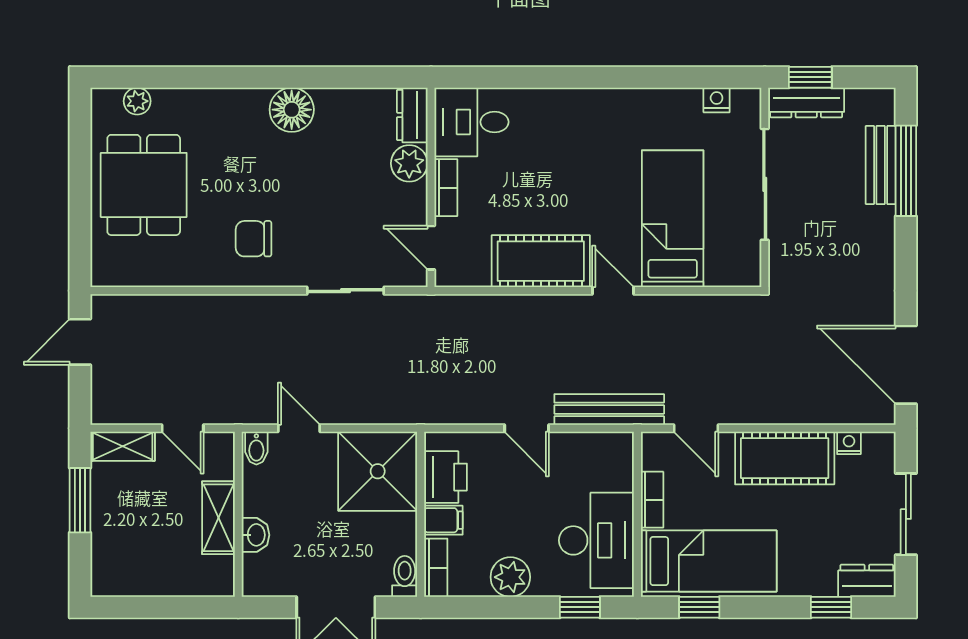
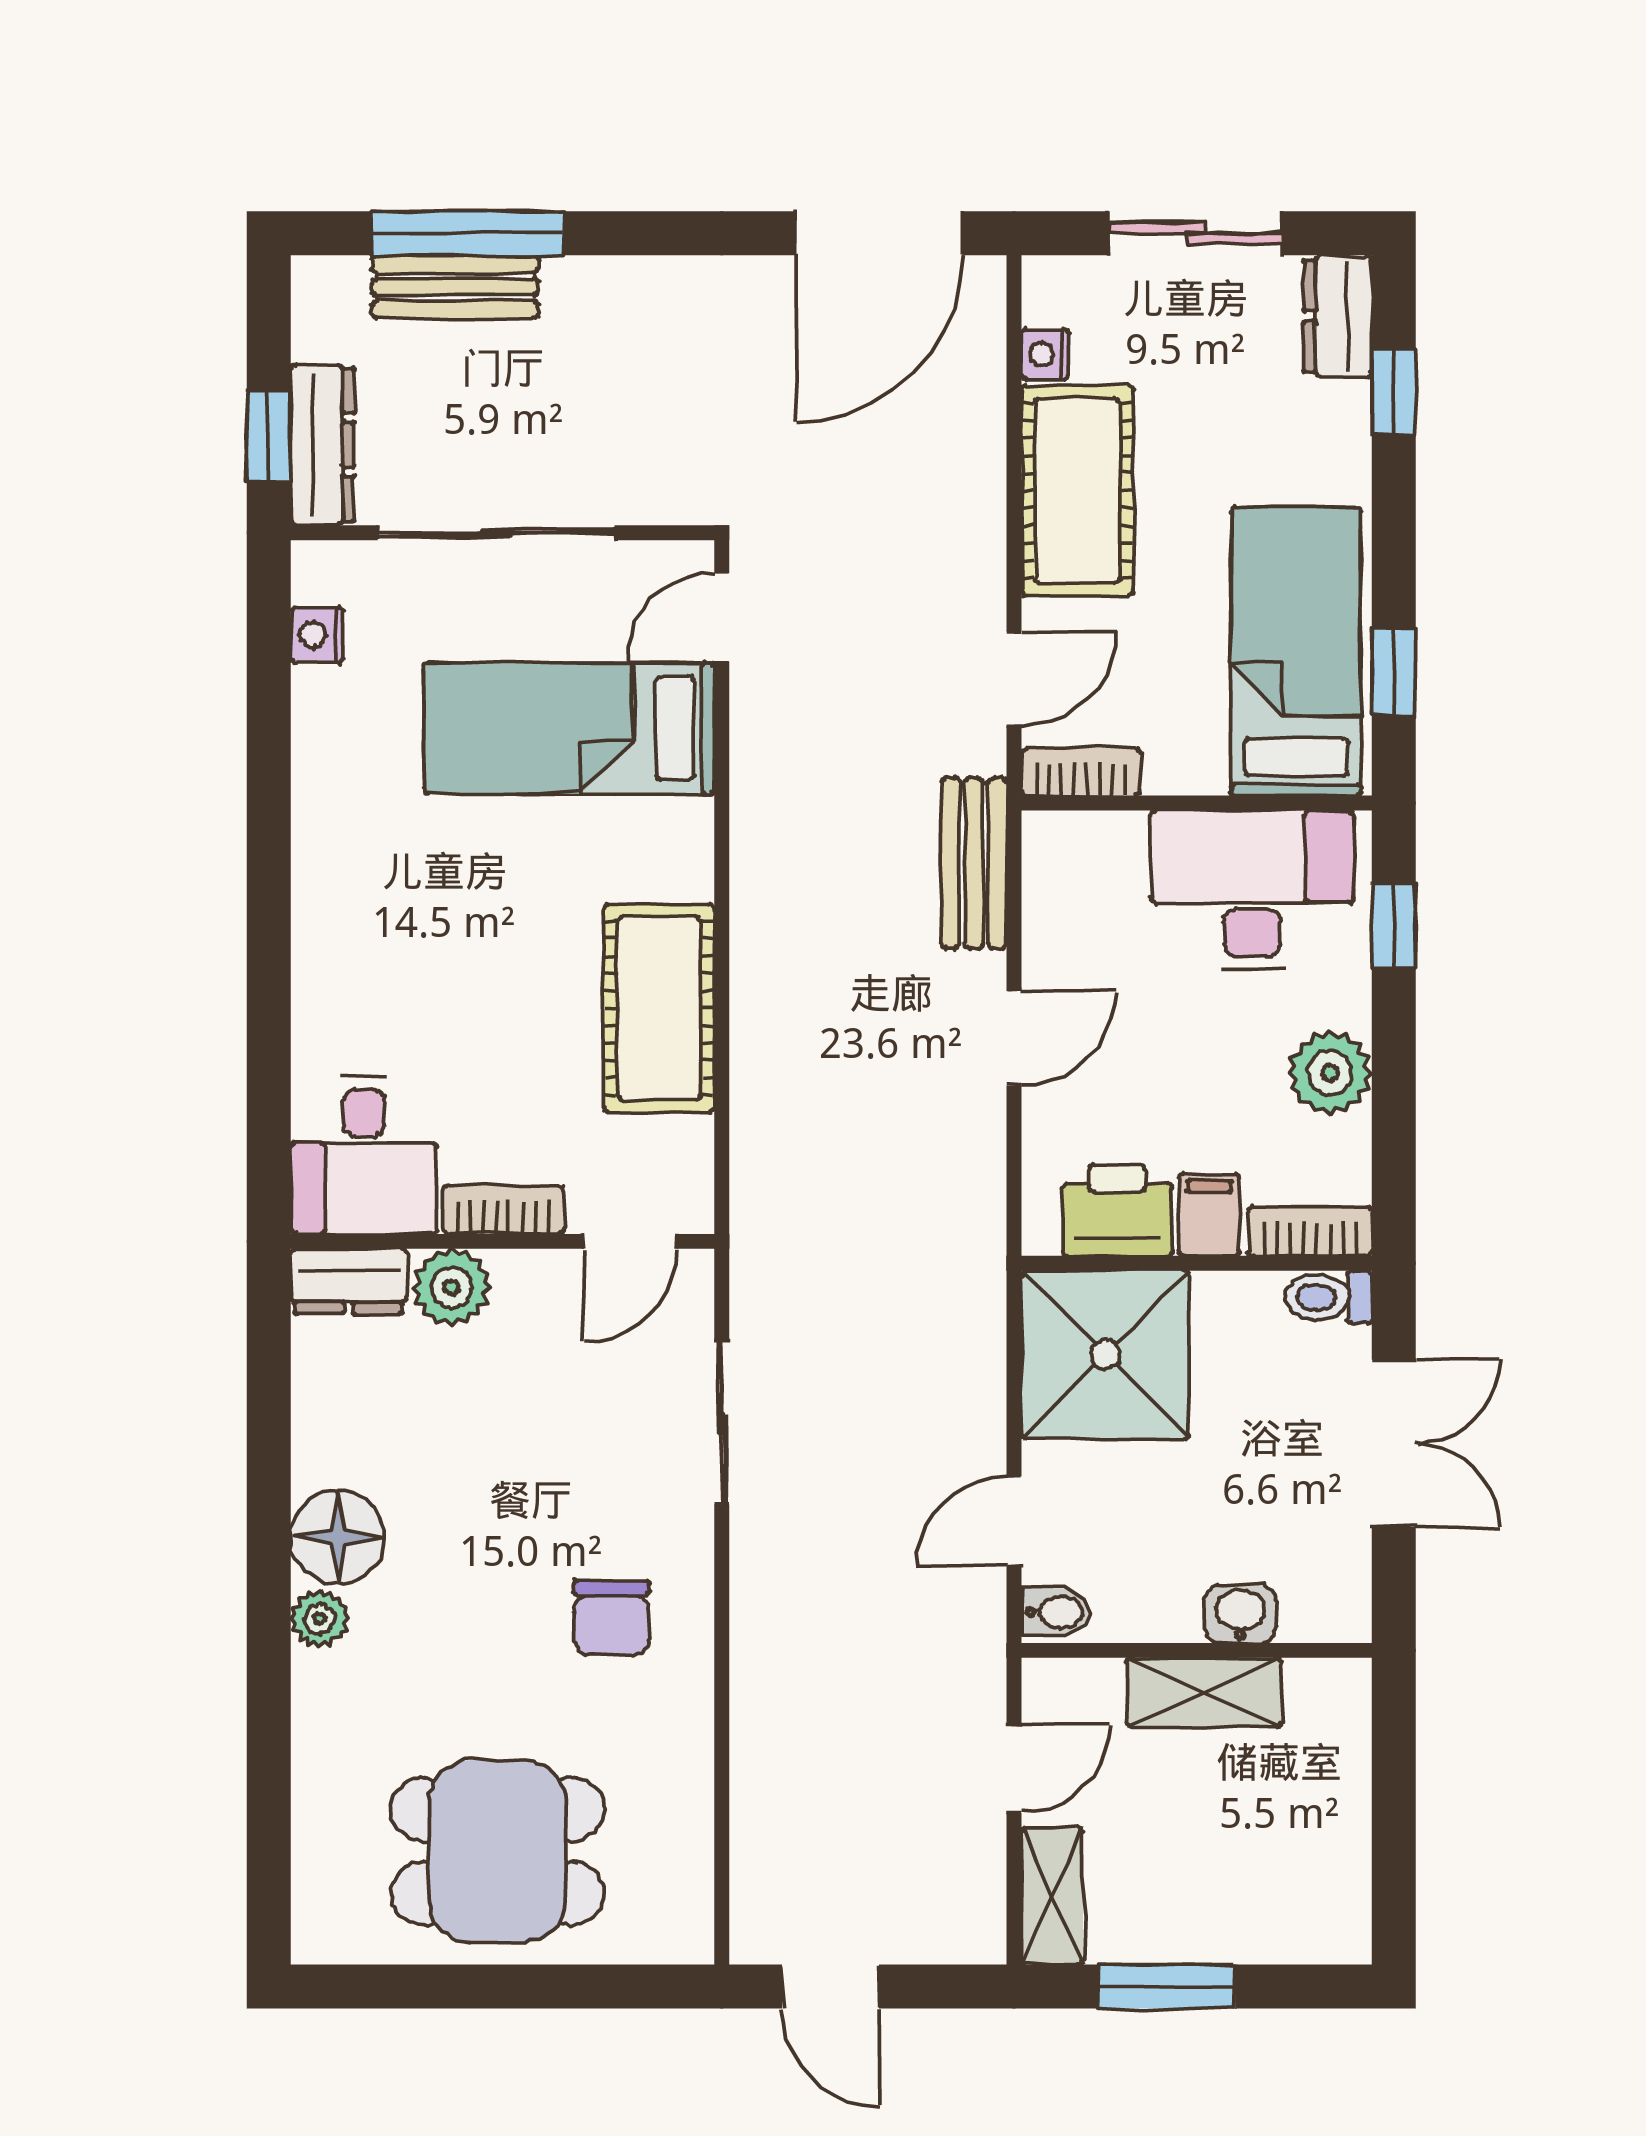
plant: (137, 101) -> (319, 1619), moved
door: (613, 291) -> (722, 617), moved
bench: (609, 409) -> (974, 863), width x0.73
bookcase: (652, 500) -> (1081, 772), moved

